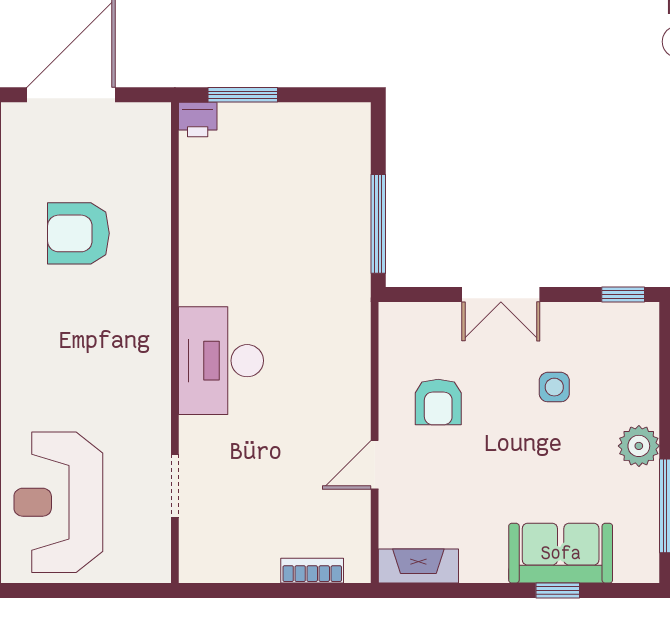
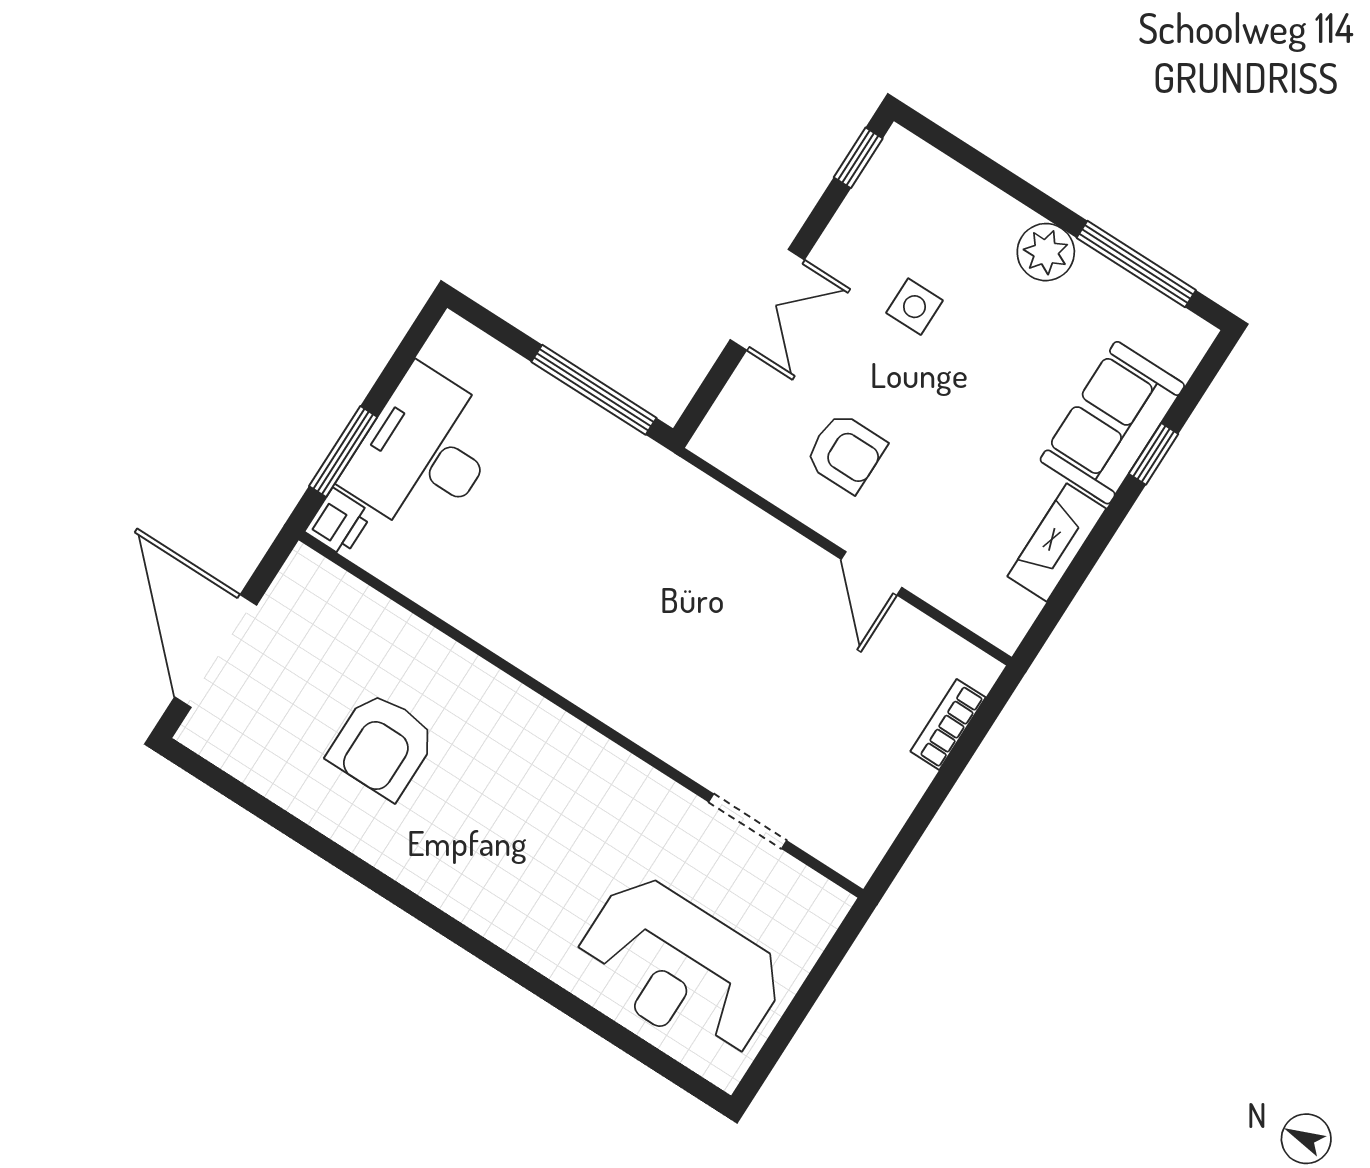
desk: (221, 361) -> (424, 452), moved, turned 90
fireplace: (418, 566) -> (1057, 543), moved

